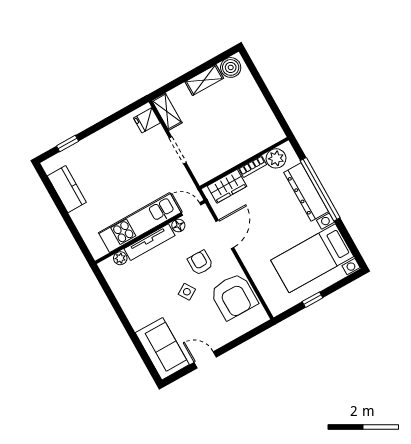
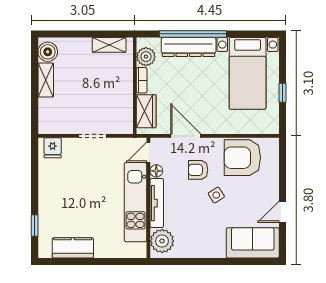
shelving: (167, 112) -> (109, 45), moved
plant: (120, 258) -> (162, 241), width x1.87, depth x1.87
armchair: (234, 296) -> (242, 158), turned 180

